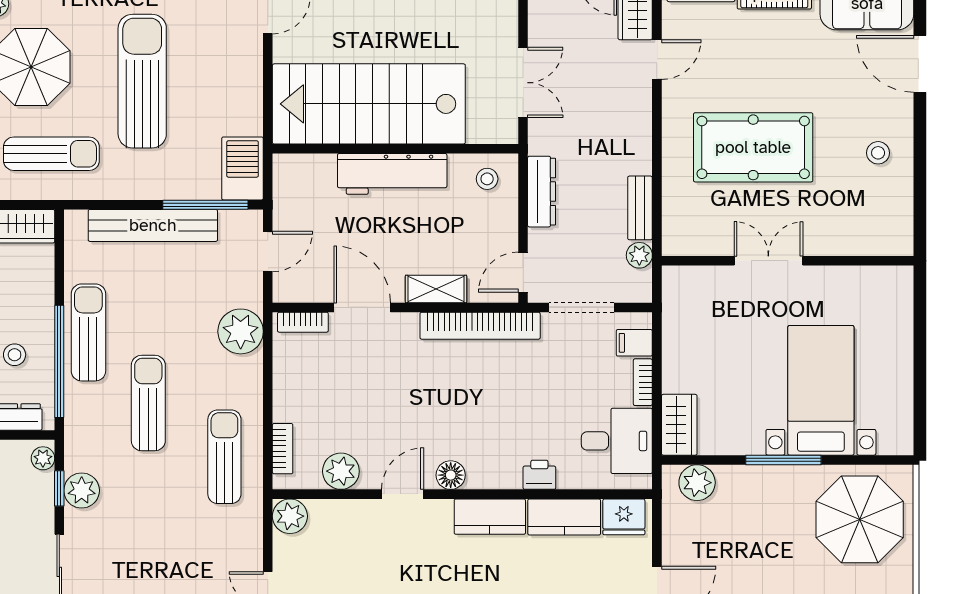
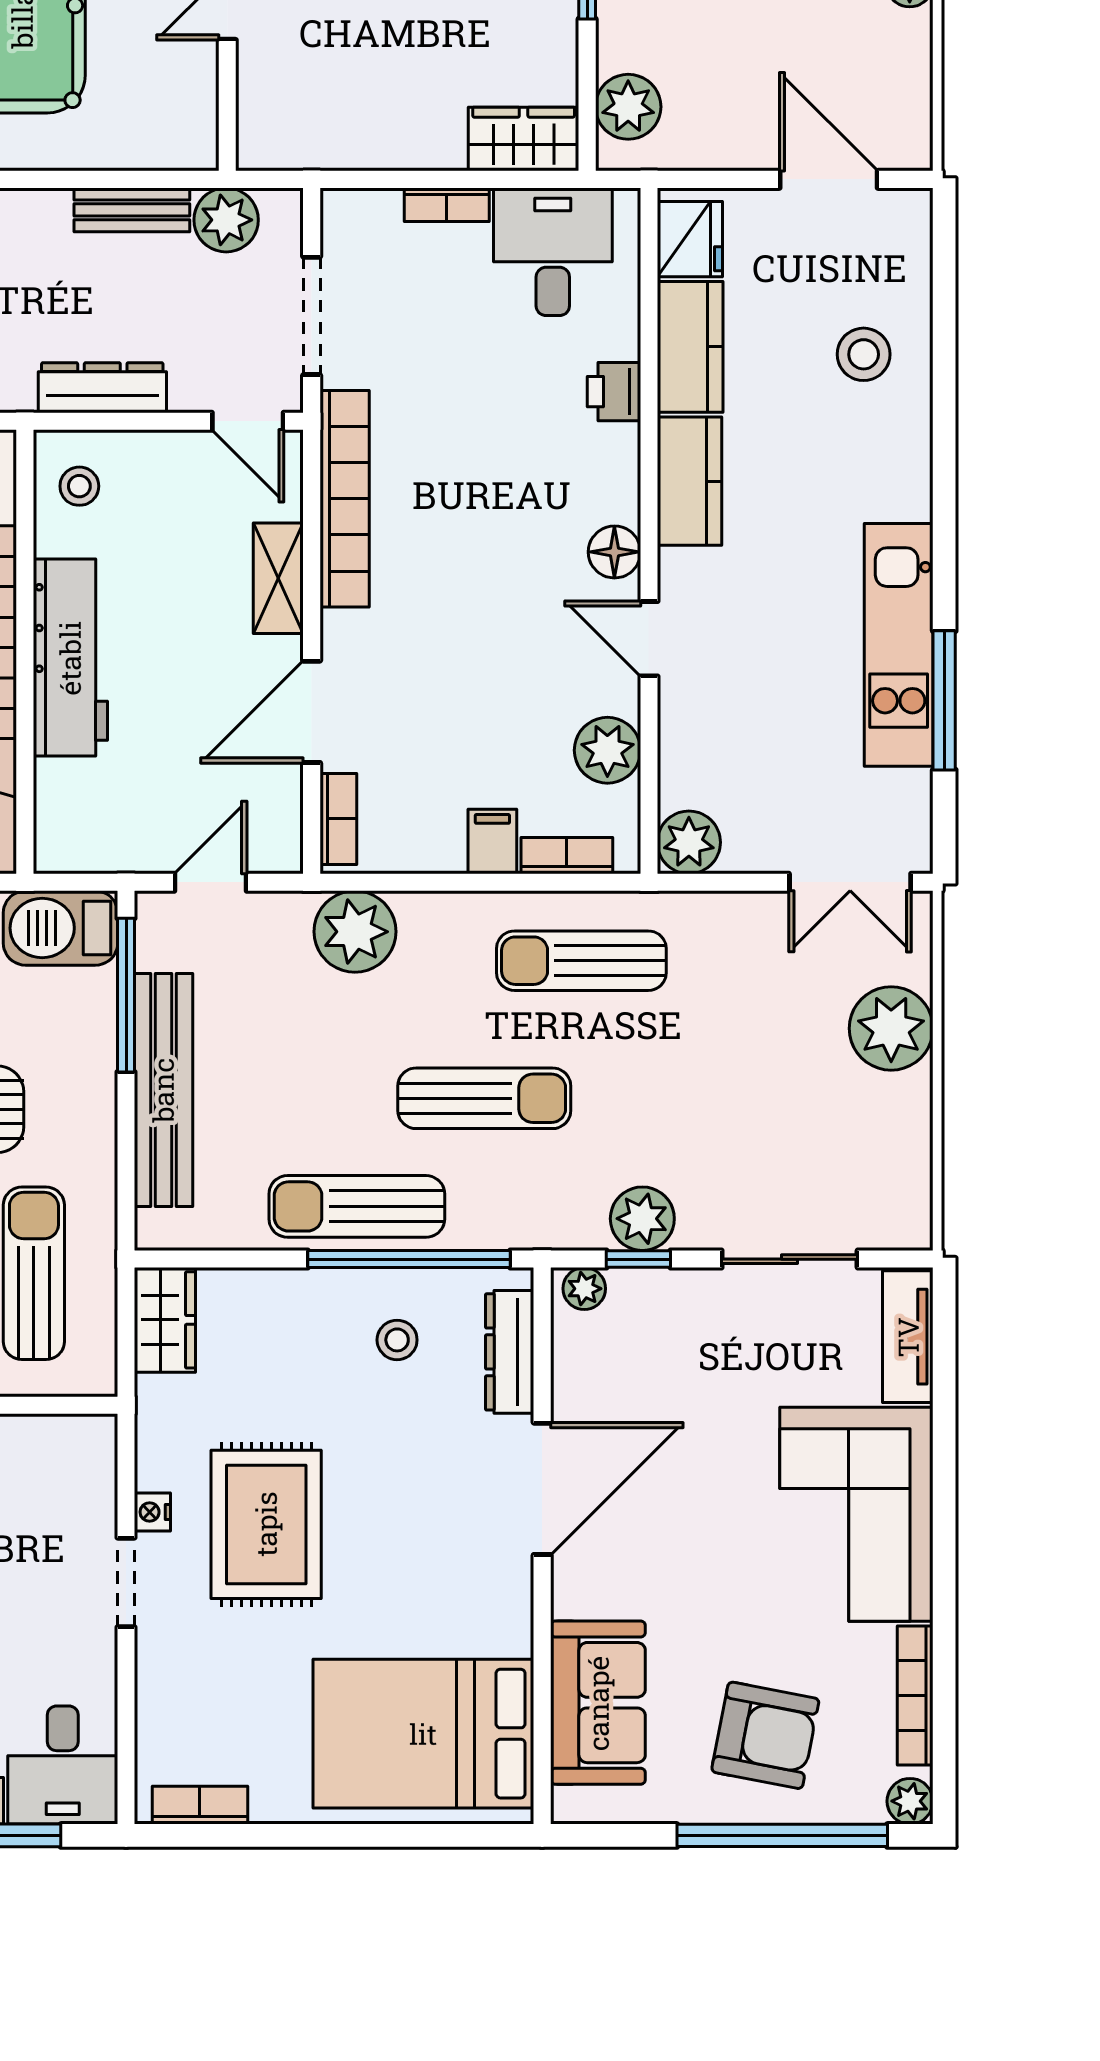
door: (268, 251) -> (210, 882), hinge flipped
plant: (639, 255) -> (226, 220), width x1.38, depth x1.38
filing cabinet: (634, 343) -> (492, 842), moved, turned 180
sun lounger: (148, 403) -> (484, 1098), turned 180

